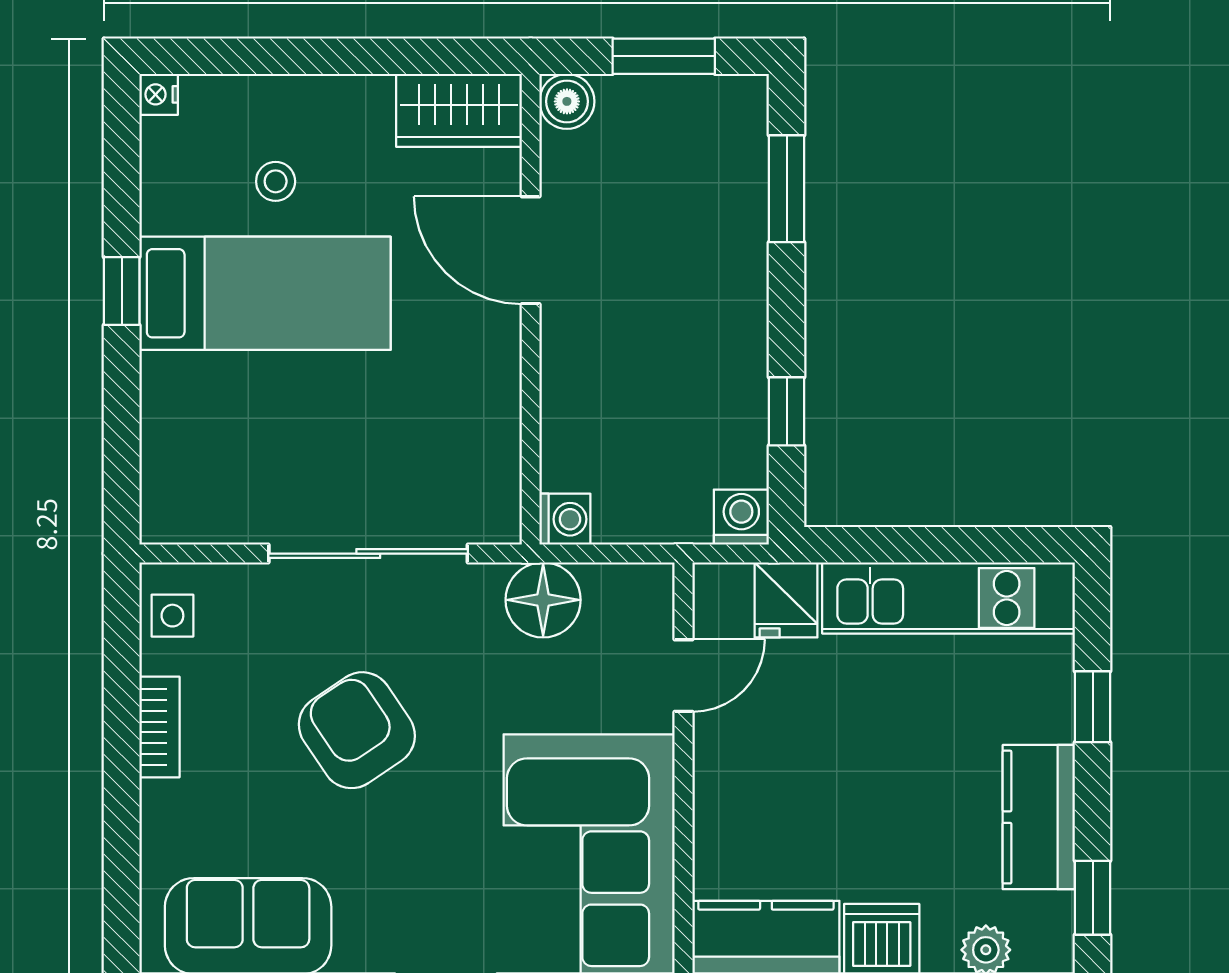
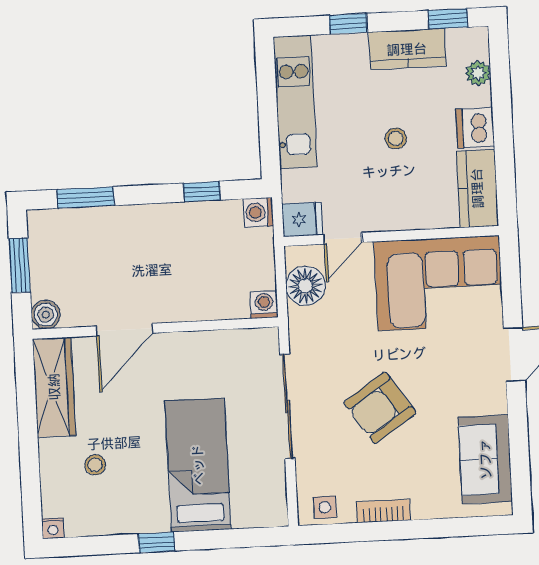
wardrobe: (459, 110) -> (54, 387), width x1.50
bed: (265, 293) -> (198, 465), moved
floor lamp: (543, 600) -> (305, 286), moved
fridge: (786, 600) -> (302, 219), moved
door: (684, 676) -> (343, 238), swing flipped
stool: (869, 787) -> (396, 138), added

